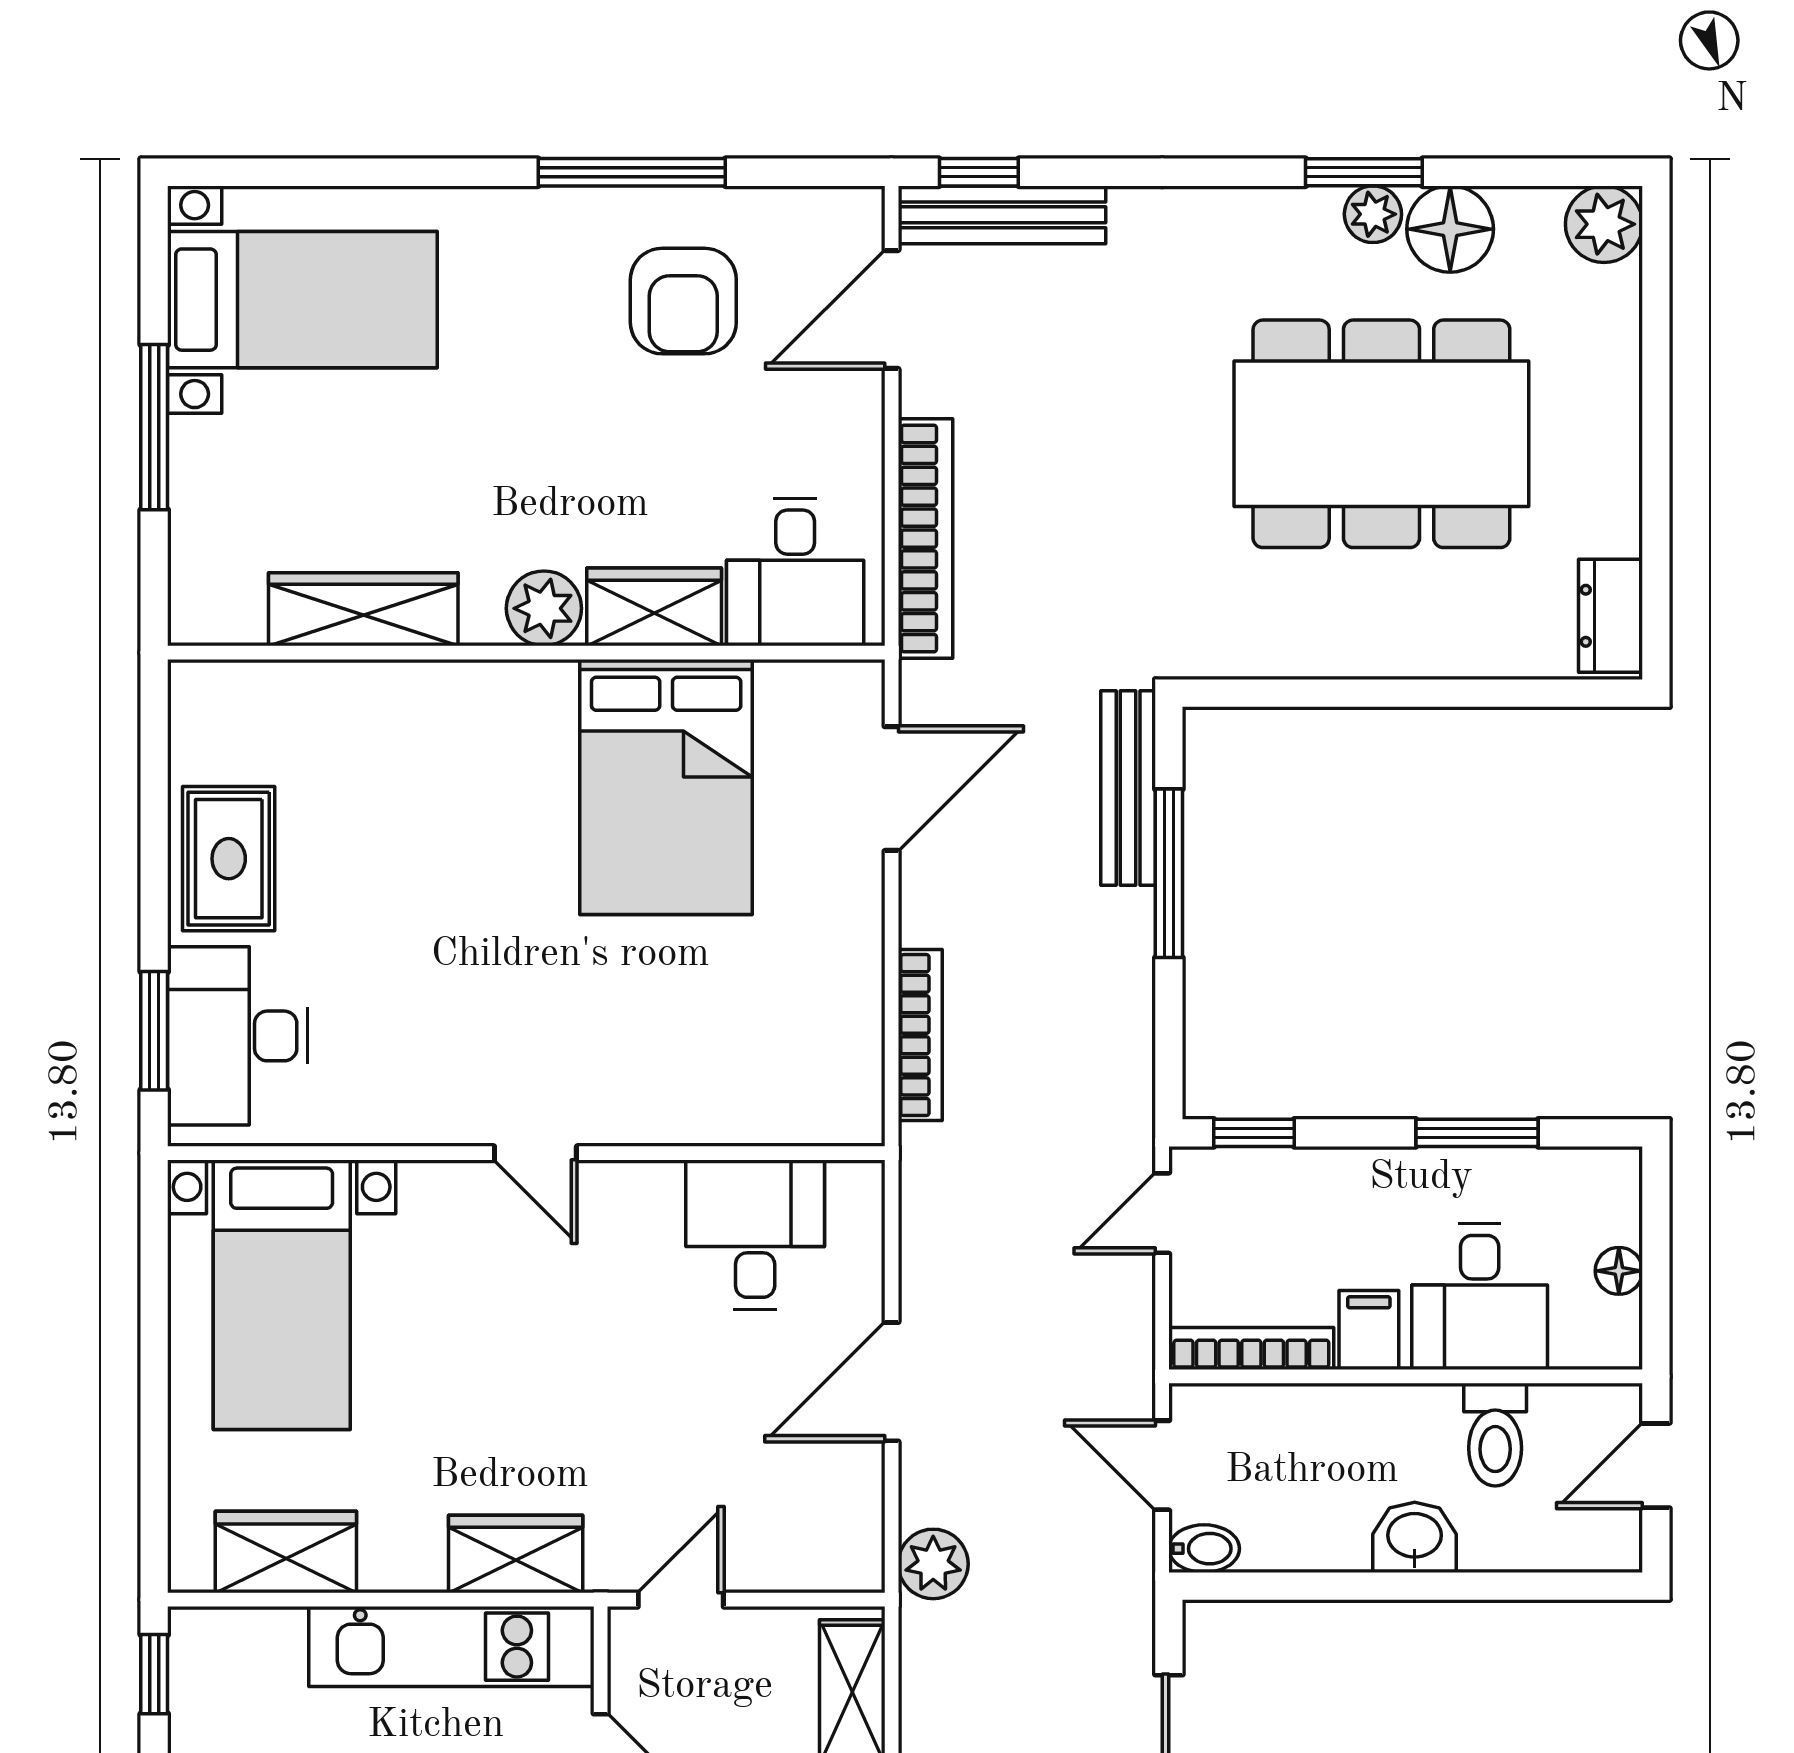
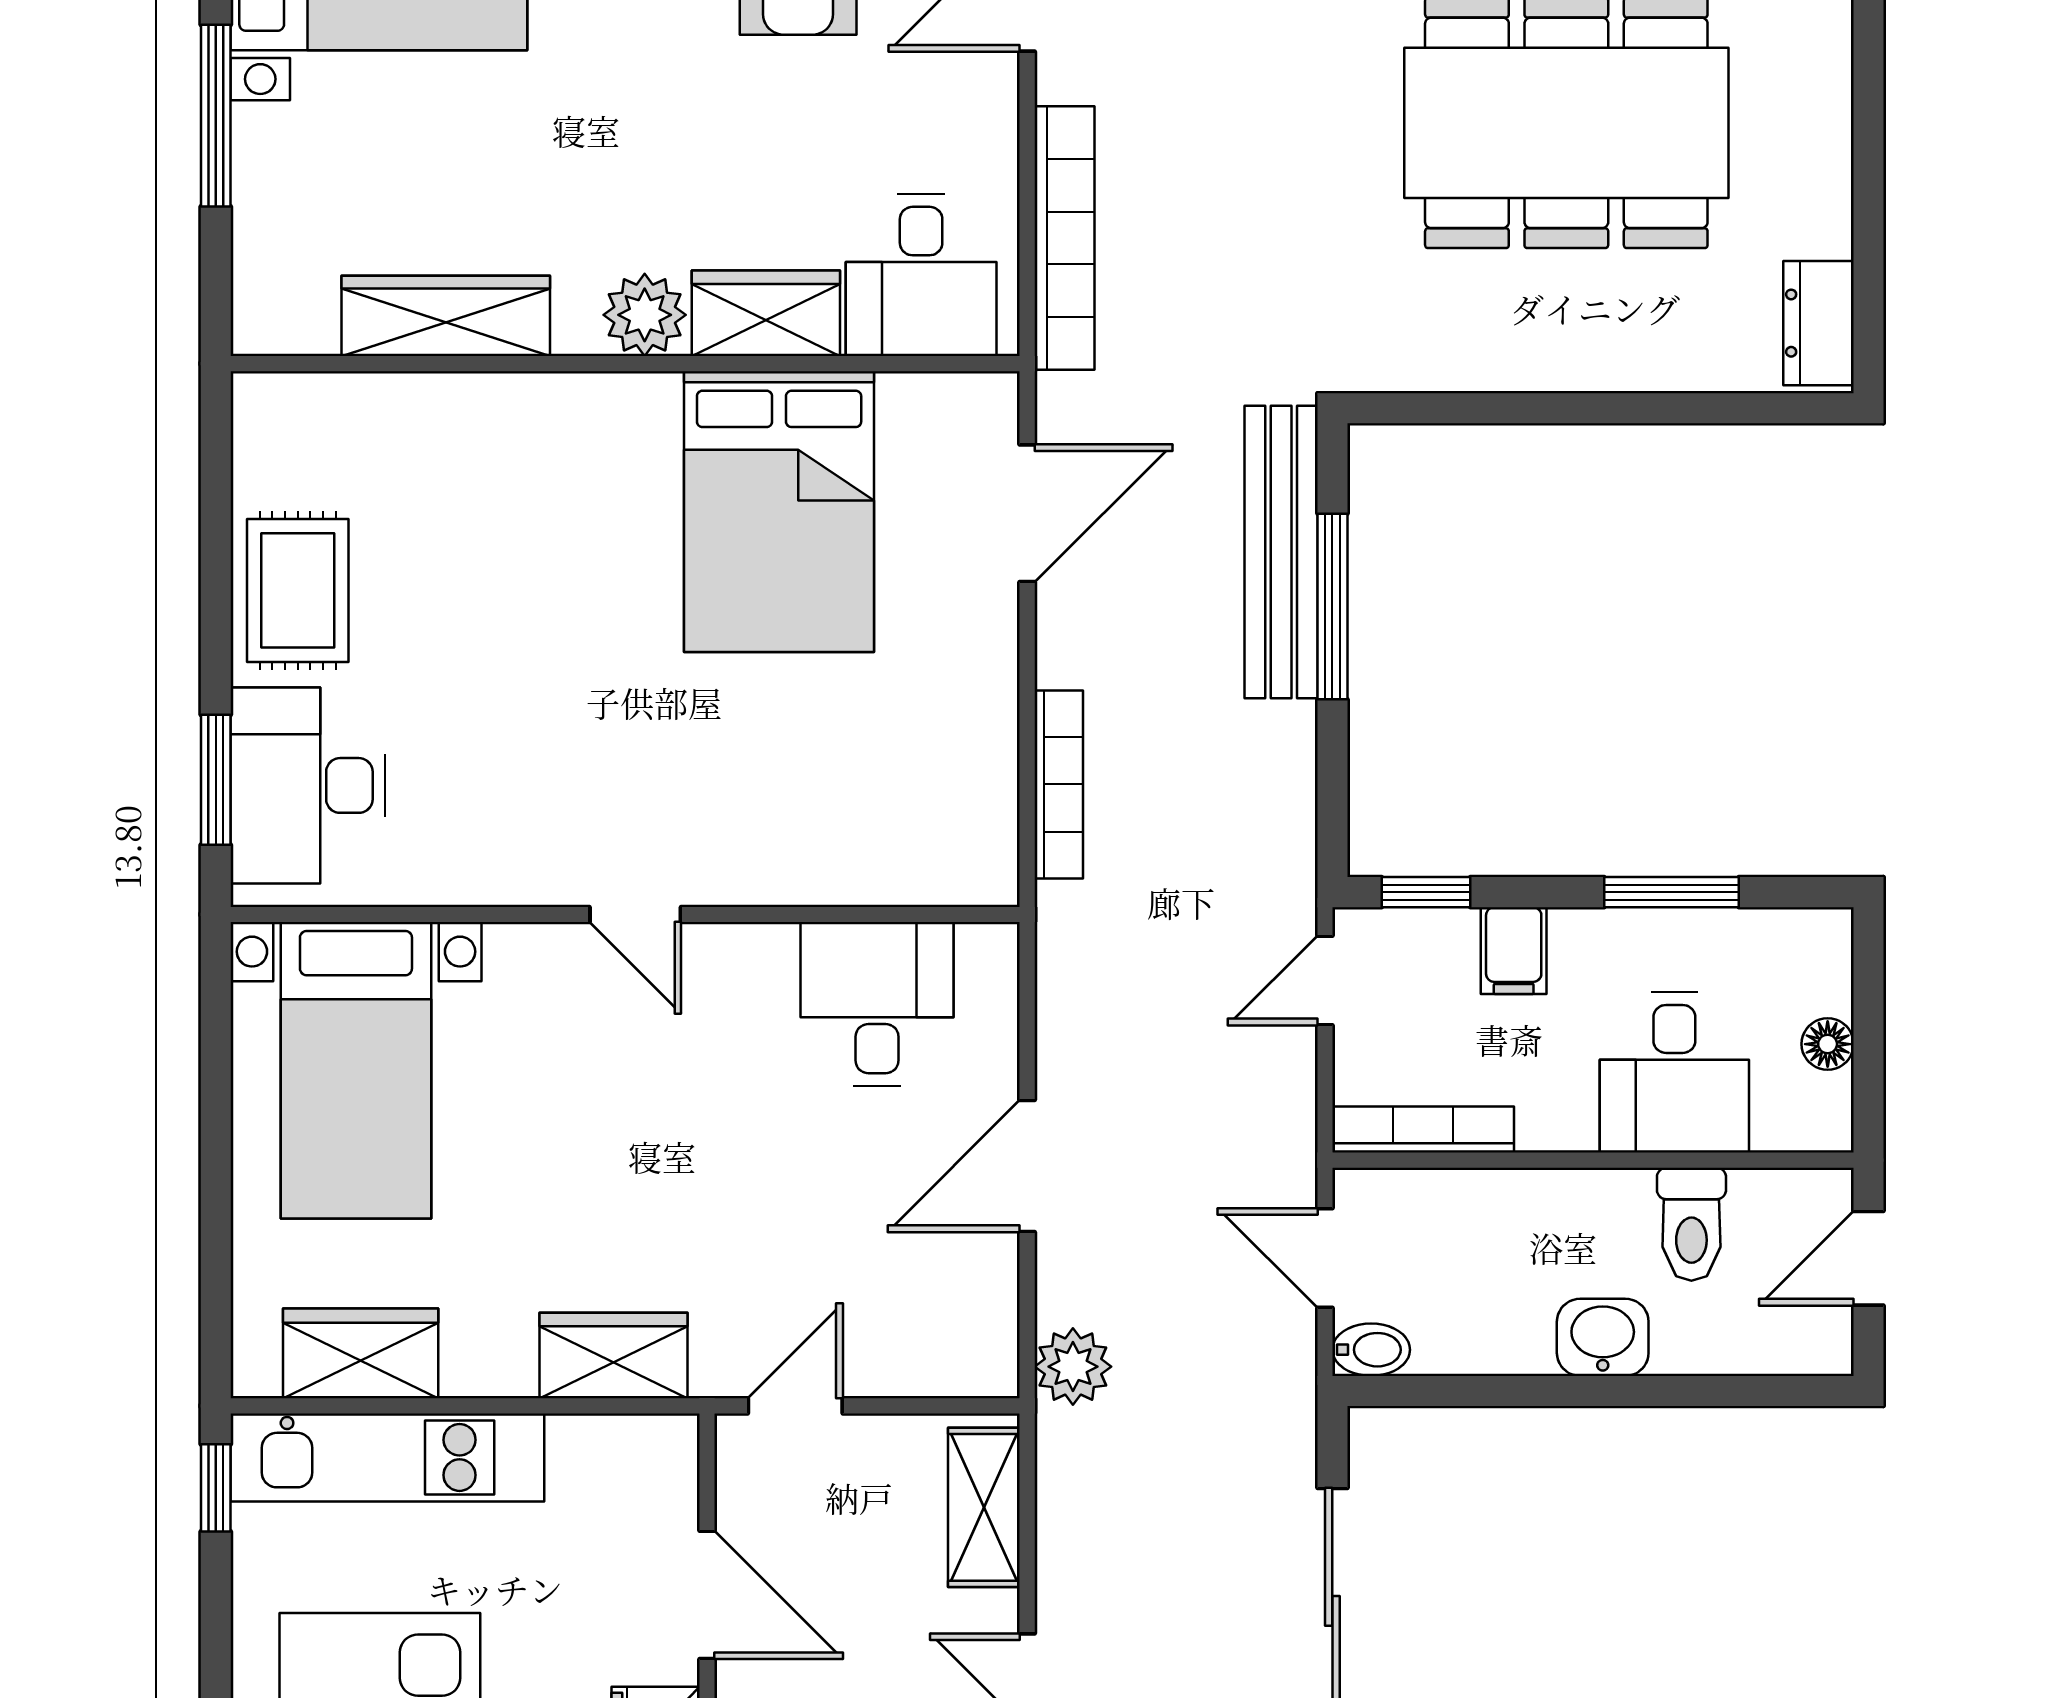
bench: (1128, 788) -> (1281, 552), width x1.37, depth x1.21
filing cabinet: (1369, 1330) -> (1514, 951), moved, turned 180
kitchen unit: (451, 1647) -> (387, 1457), moved

